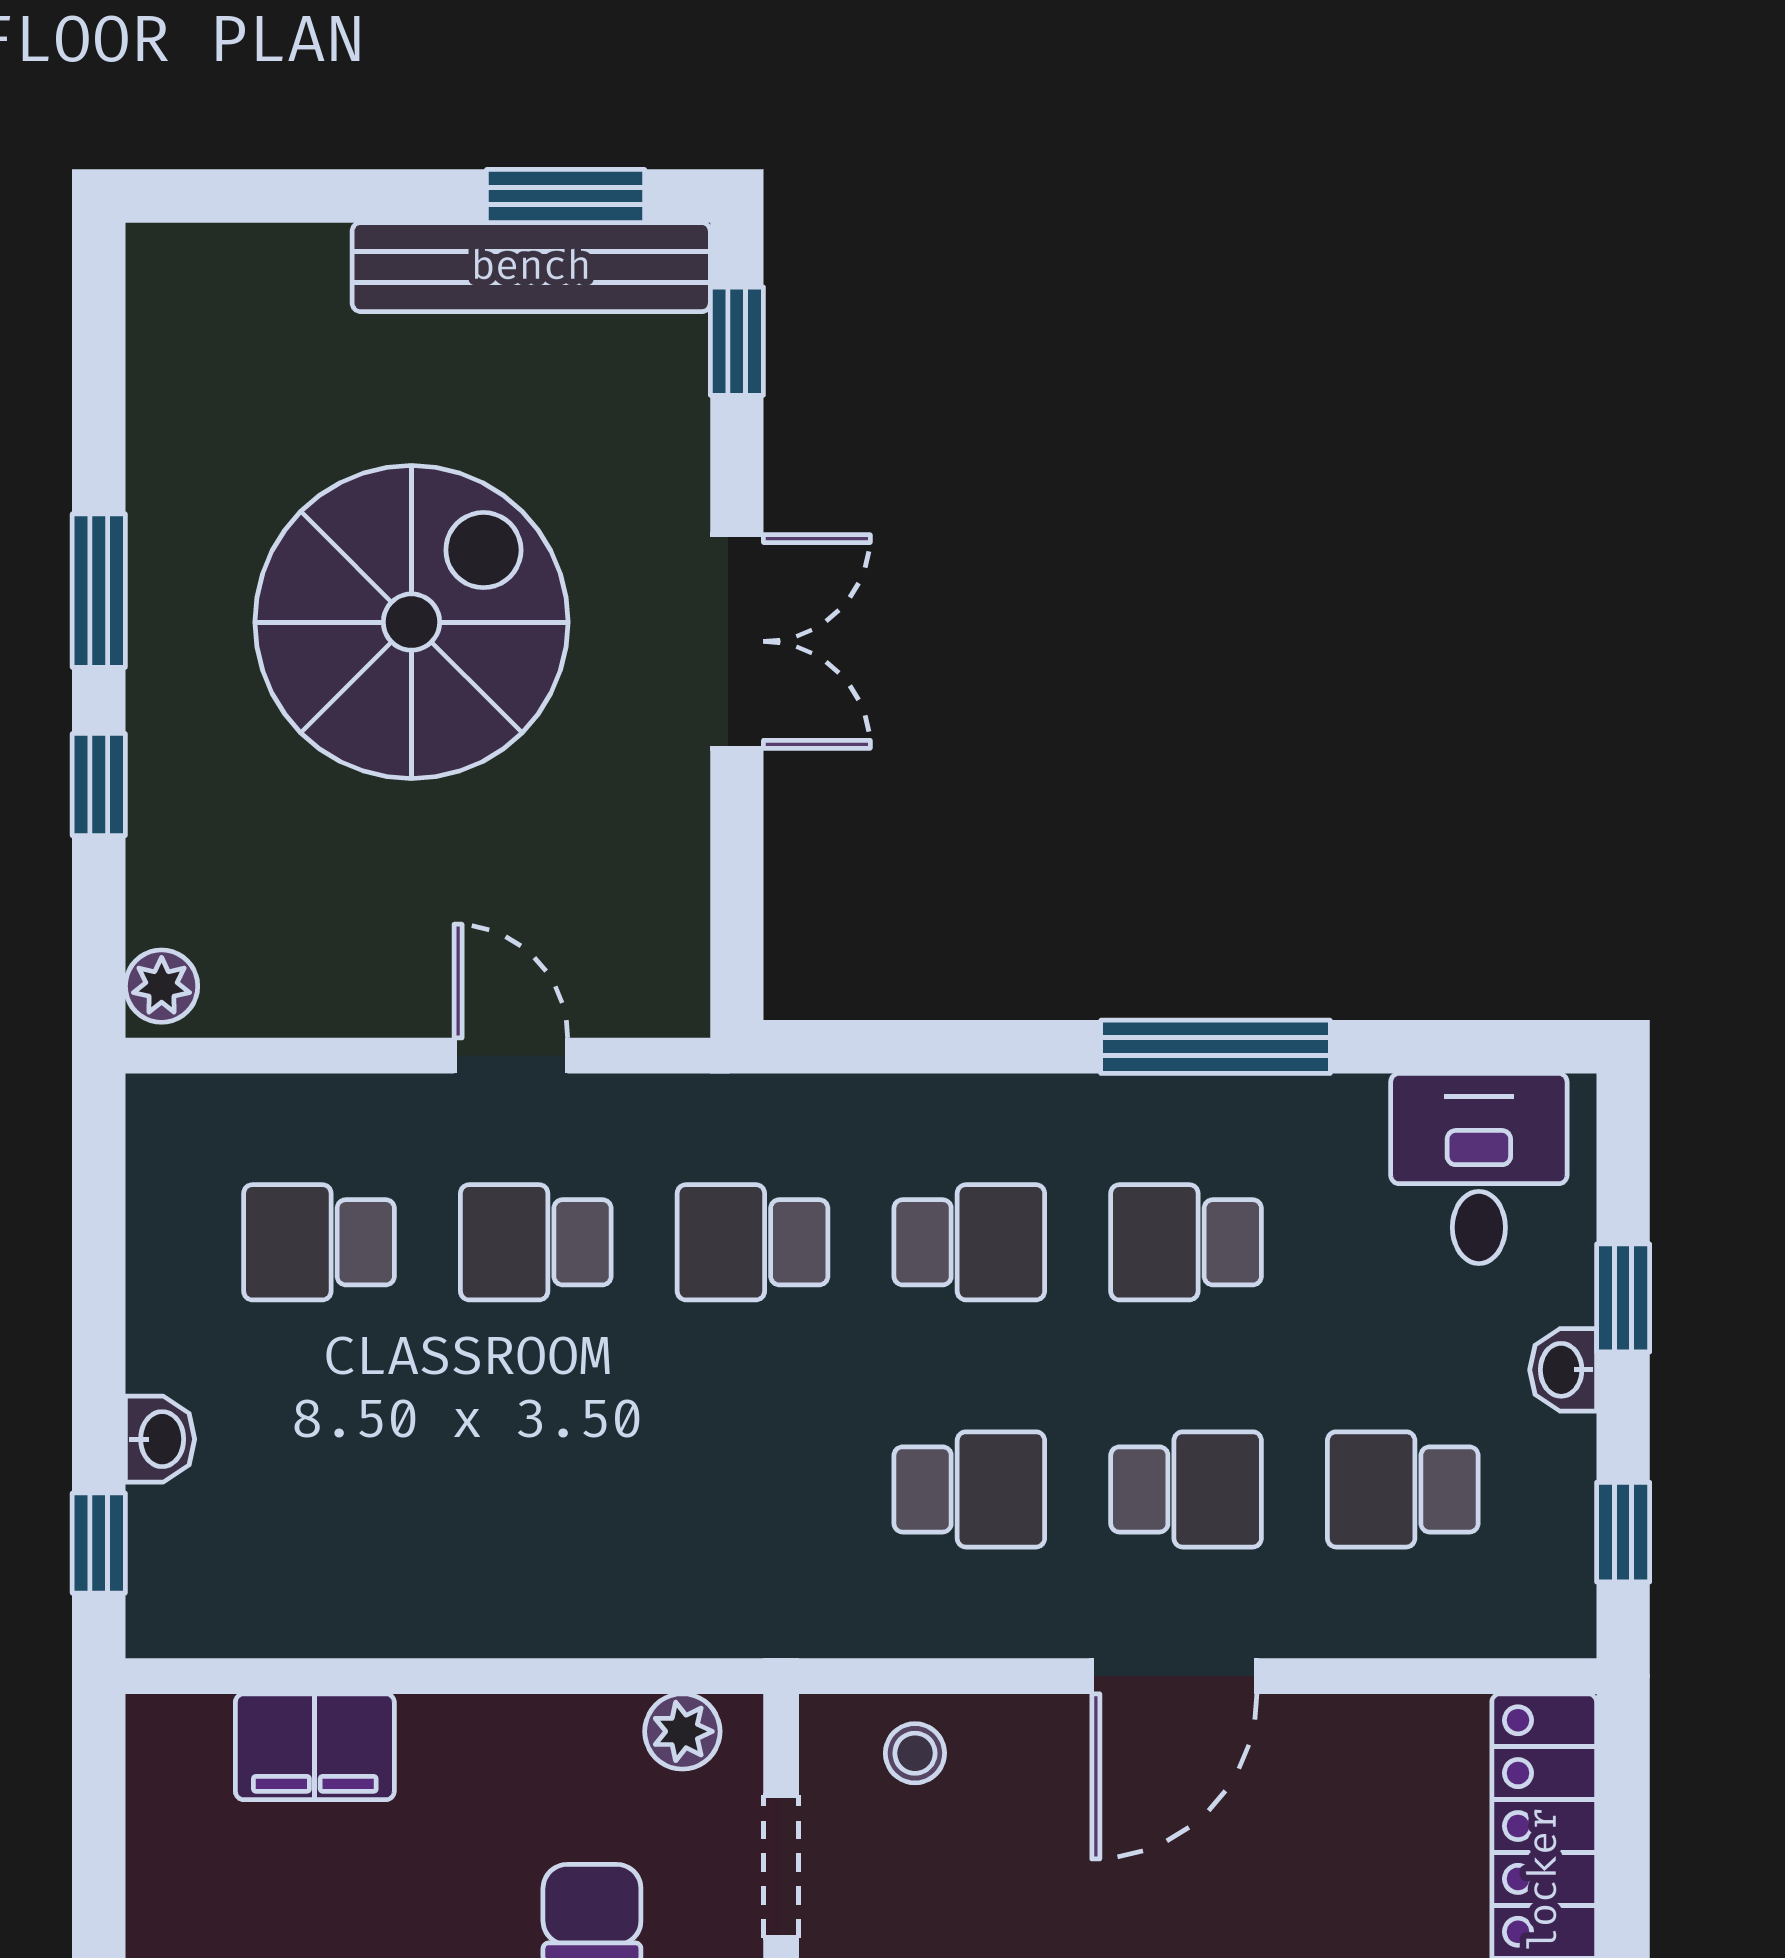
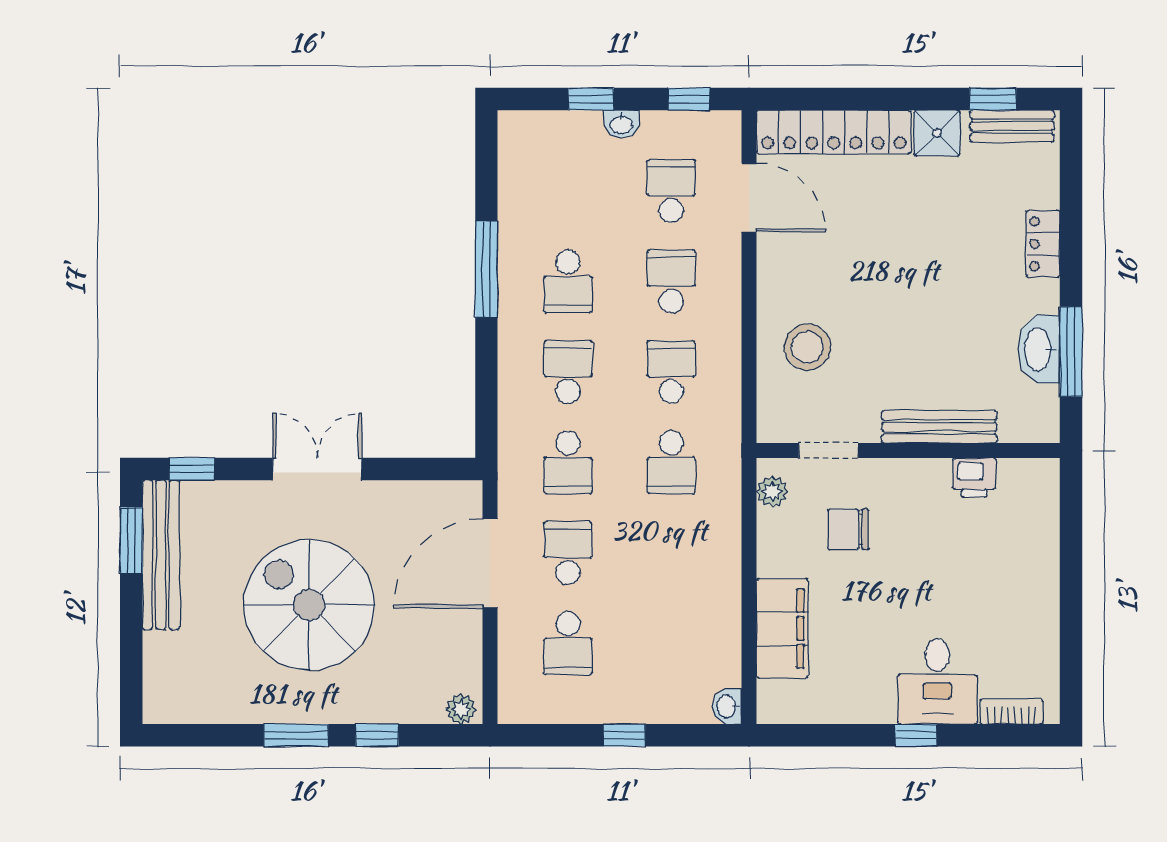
door: (511, 1056) -> (490, 563), width x1.87
desk: (1479, 1169) -> (537, 159), removed
school desk: (536, 1242) -> (568, 553), turned 180
washbasin: (160, 1439) -> (727, 706), moved, turned -90
school desk: (753, 1489) -> (671, 462), added
school desk: (1403, 1489) -> (671, 191), turned 180
window: (99, 1543) -> (624, 735), moved
door: (1174, 1676) -> (749, 198), moved
filing cabinet: (315, 1747) -> (782, 629), width x1.50, depth x1.17
stool: (915, 1753) -> (807, 347), moved, width x1.89, depth x1.89

